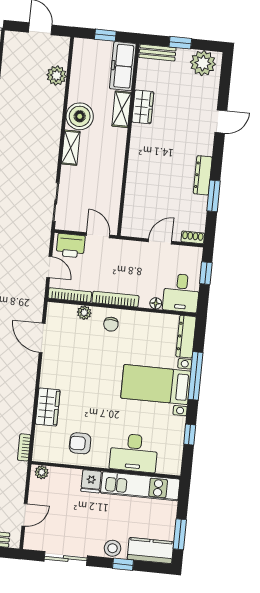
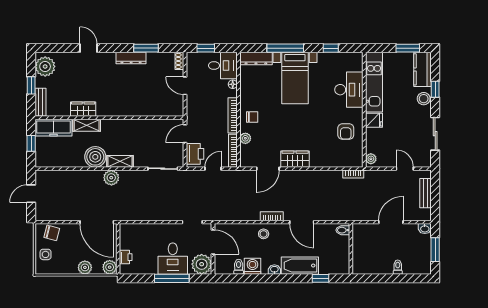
plant: (57, 76) -> (111, 178), moved
wardrobe: (48, 407) -> (295, 159), moved

